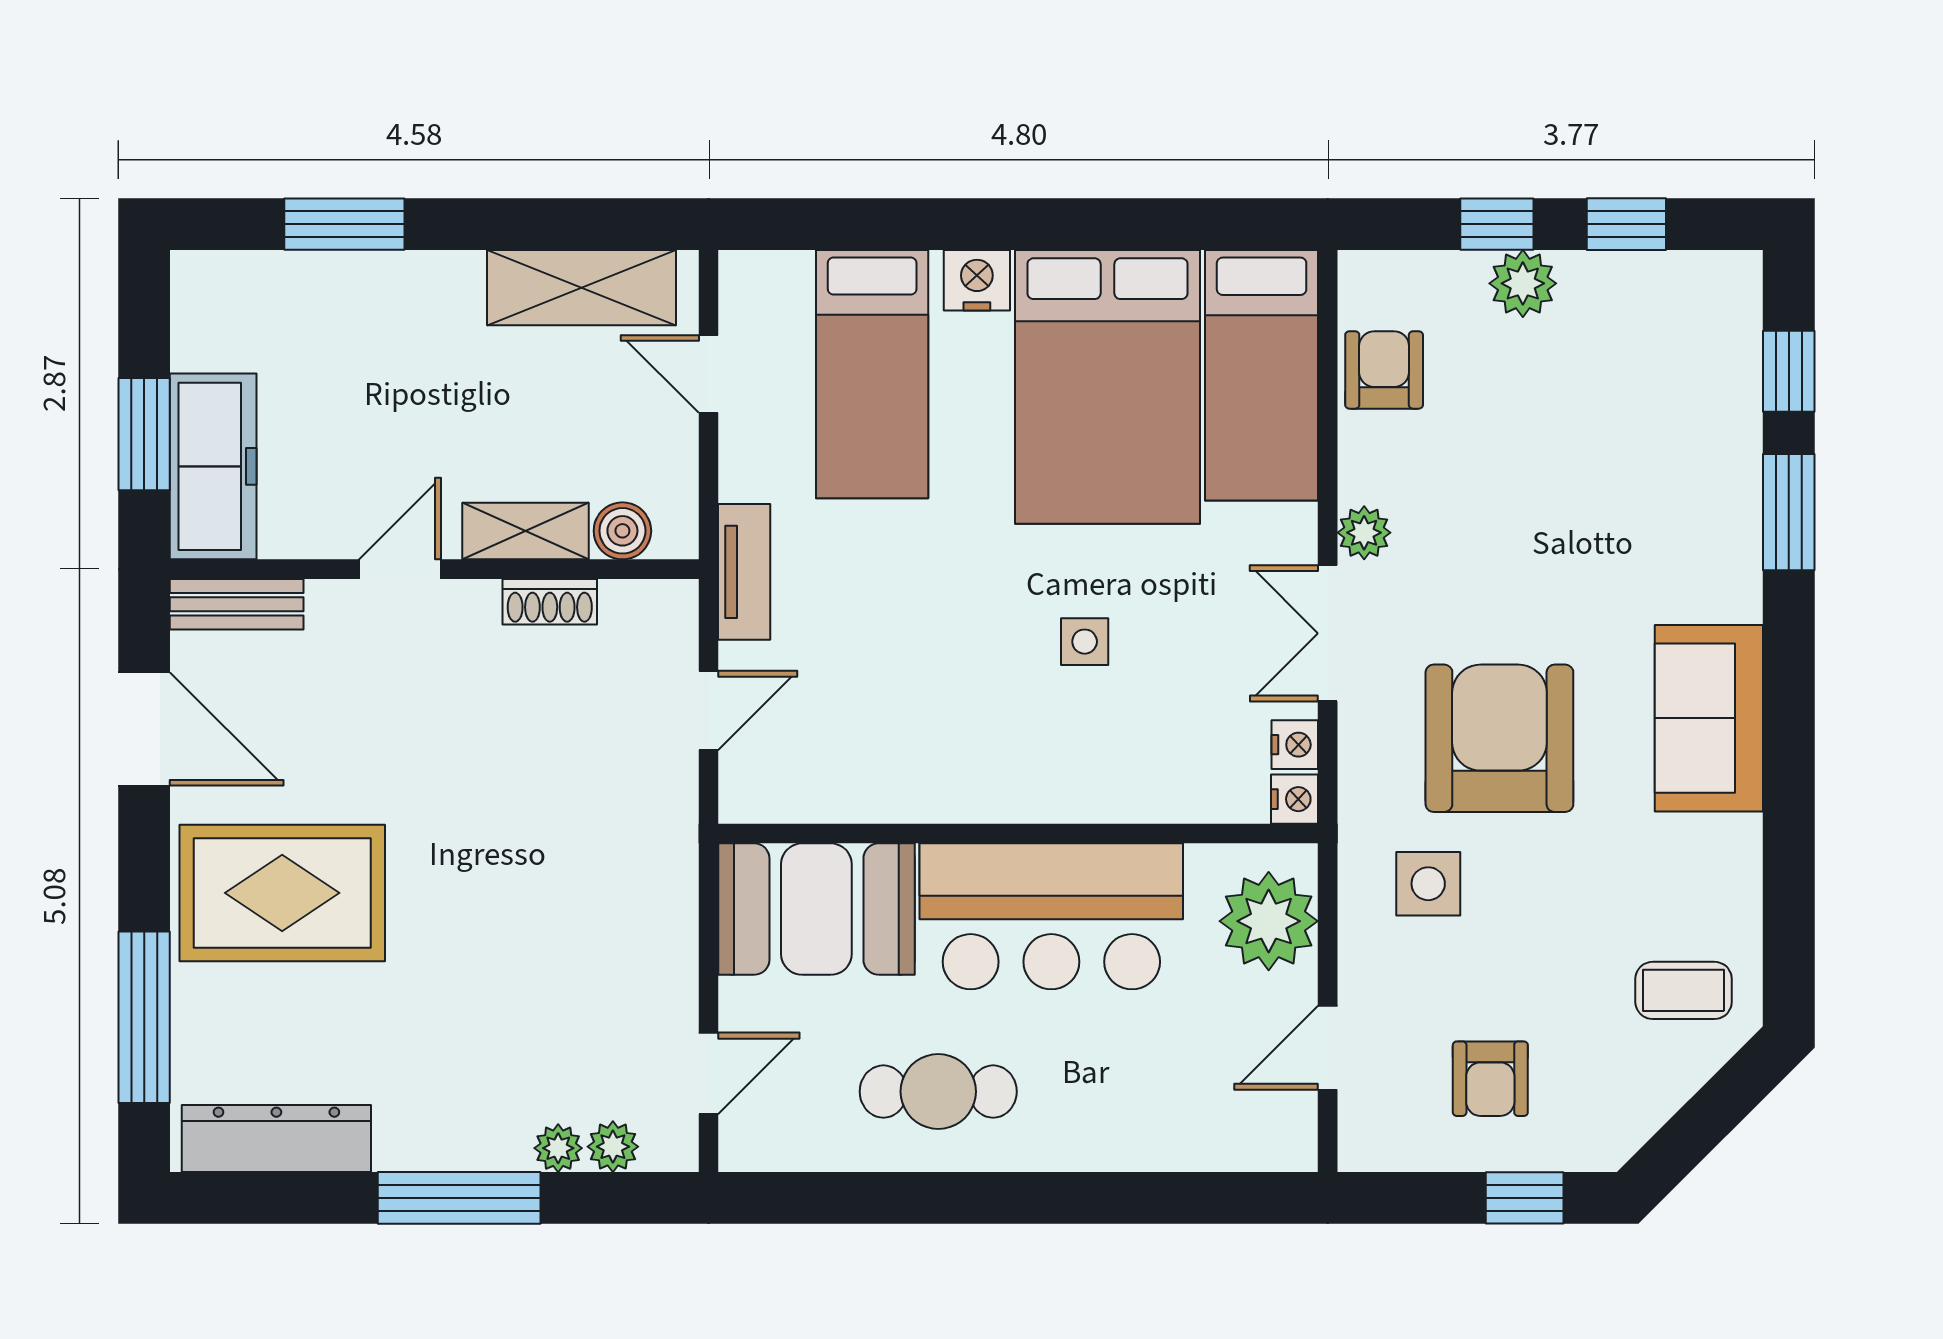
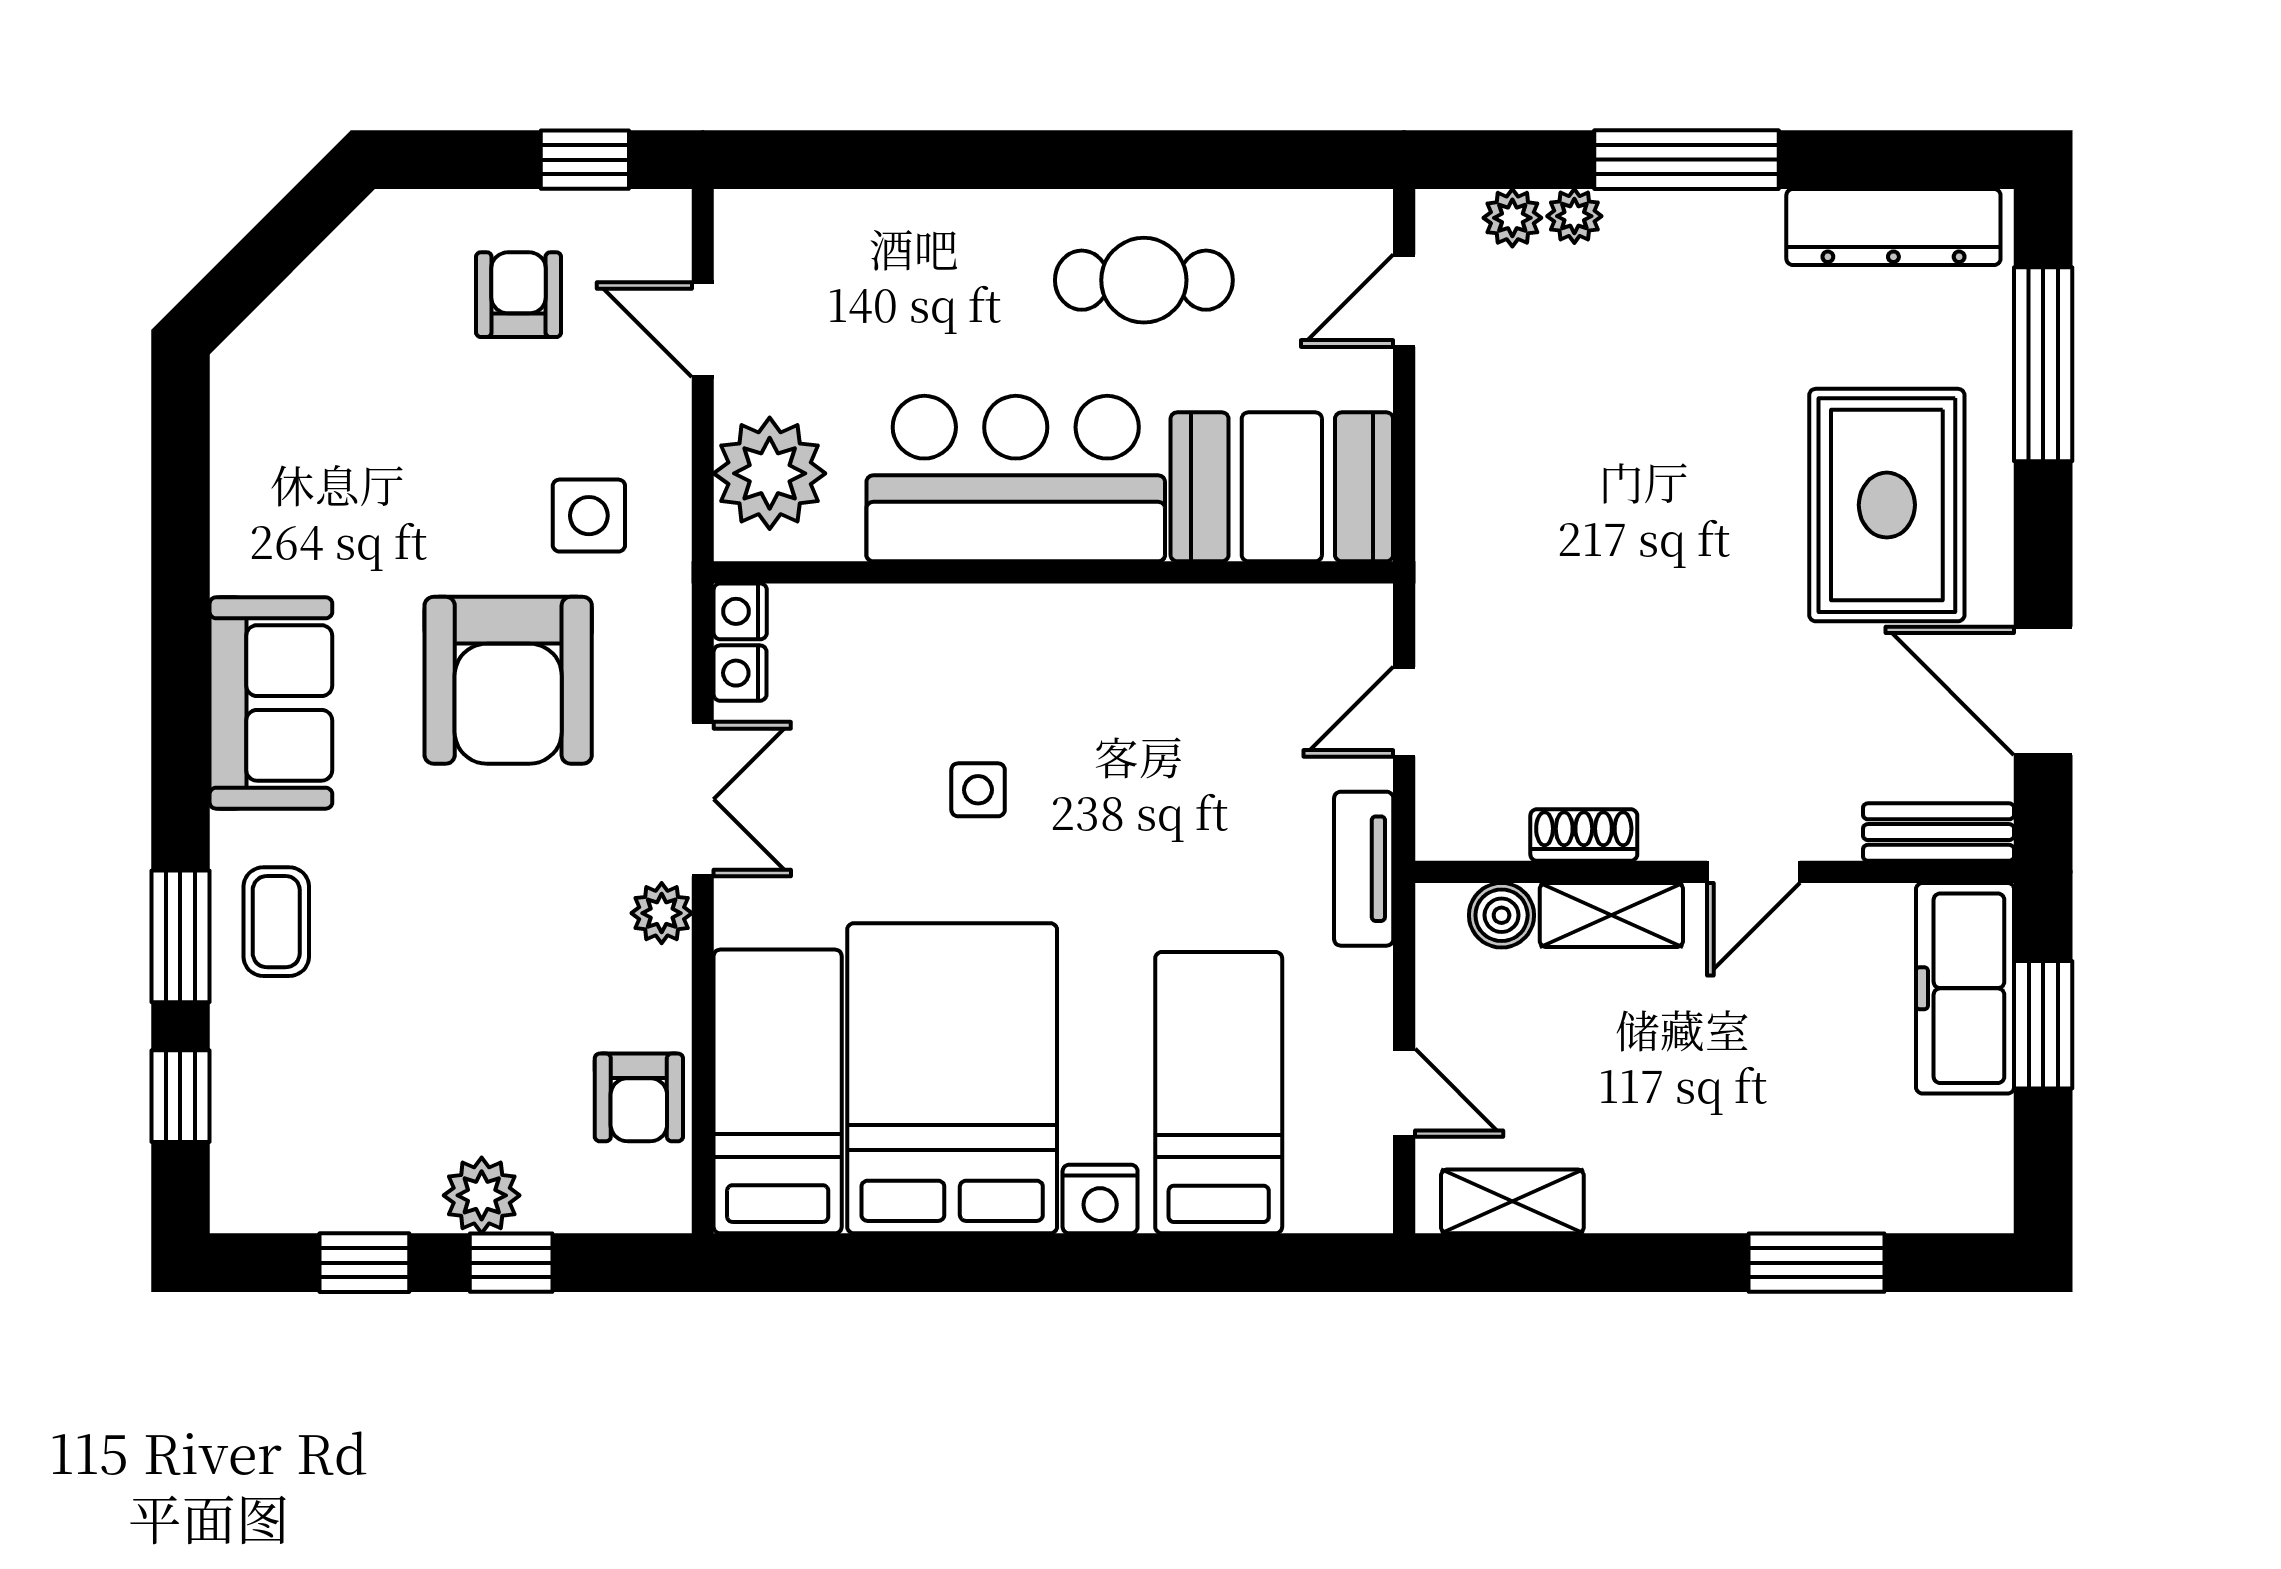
shelving: (581, 288) -> (1512, 1201), width x0.67, depth x0.75
rug: (282, 893) -> (1887, 505), turned 90
coffee table: (1684, 990) -> (276, 922), moved, turned 90
door: (1328, 1048) -> (703, 330), swing flipped
window: (1525, 1198) -> (585, 160), moved

